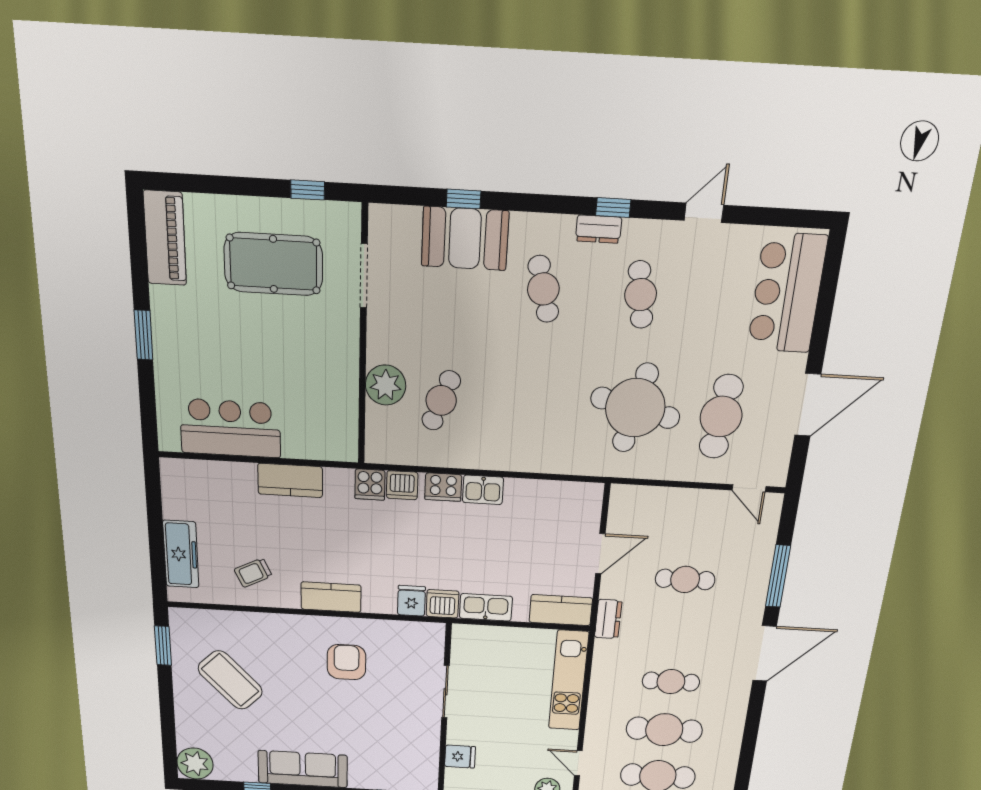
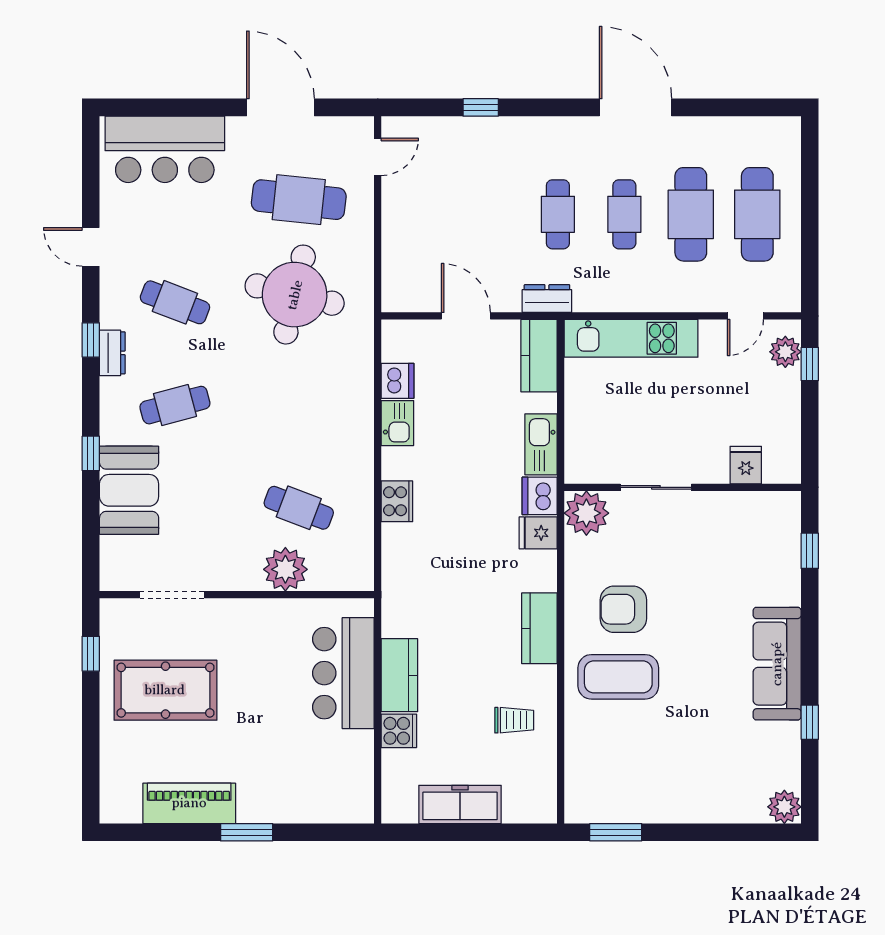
window: (464, 199) -> (91, 453), moved
piano: (165, 238) -> (189, 803), moved
pool table: (273, 264) -> (165, 690), turned 90
cafe table: (641, 295) -> (175, 302), turned 30
bar counter: (230, 428) -> (343, 673), moved
cooker: (370, 485) -> (399, 731), moved
dishwasher: (402, 485) -> (397, 381), moved
kitchen sink: (483, 490) -> (397, 423), moved
freezer: (181, 554) -> (460, 804), moved
trolley: (253, 573) -> (514, 720), turned -64
window: (778, 576) -> (481, 107), width x0.46
cafe table: (685, 579) -> (558, 214), moved
plant: (427, 639) -> (586, 513), added
door: (764, 653) -> (636, 107), moved
coffee table: (230, 680) -> (618, 677), moved, turned 44
plant: (195, 764) -> (784, 807), width x0.73, depth x0.73

